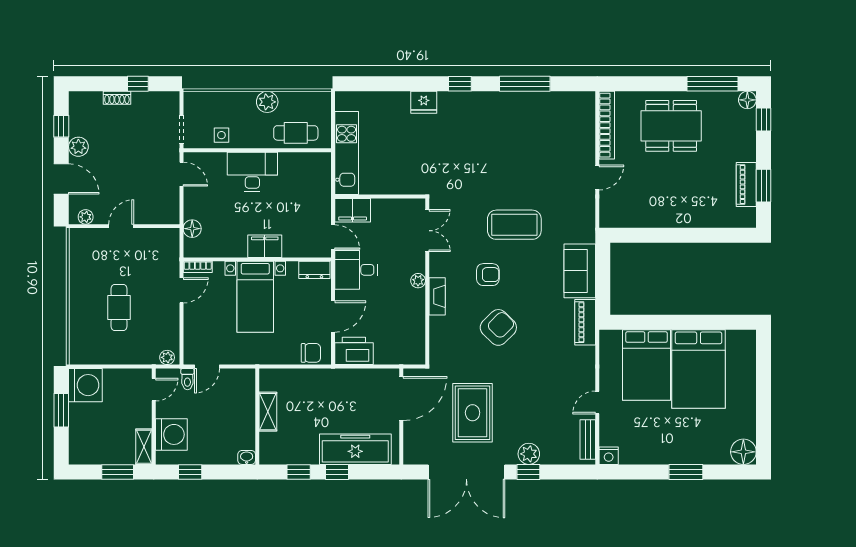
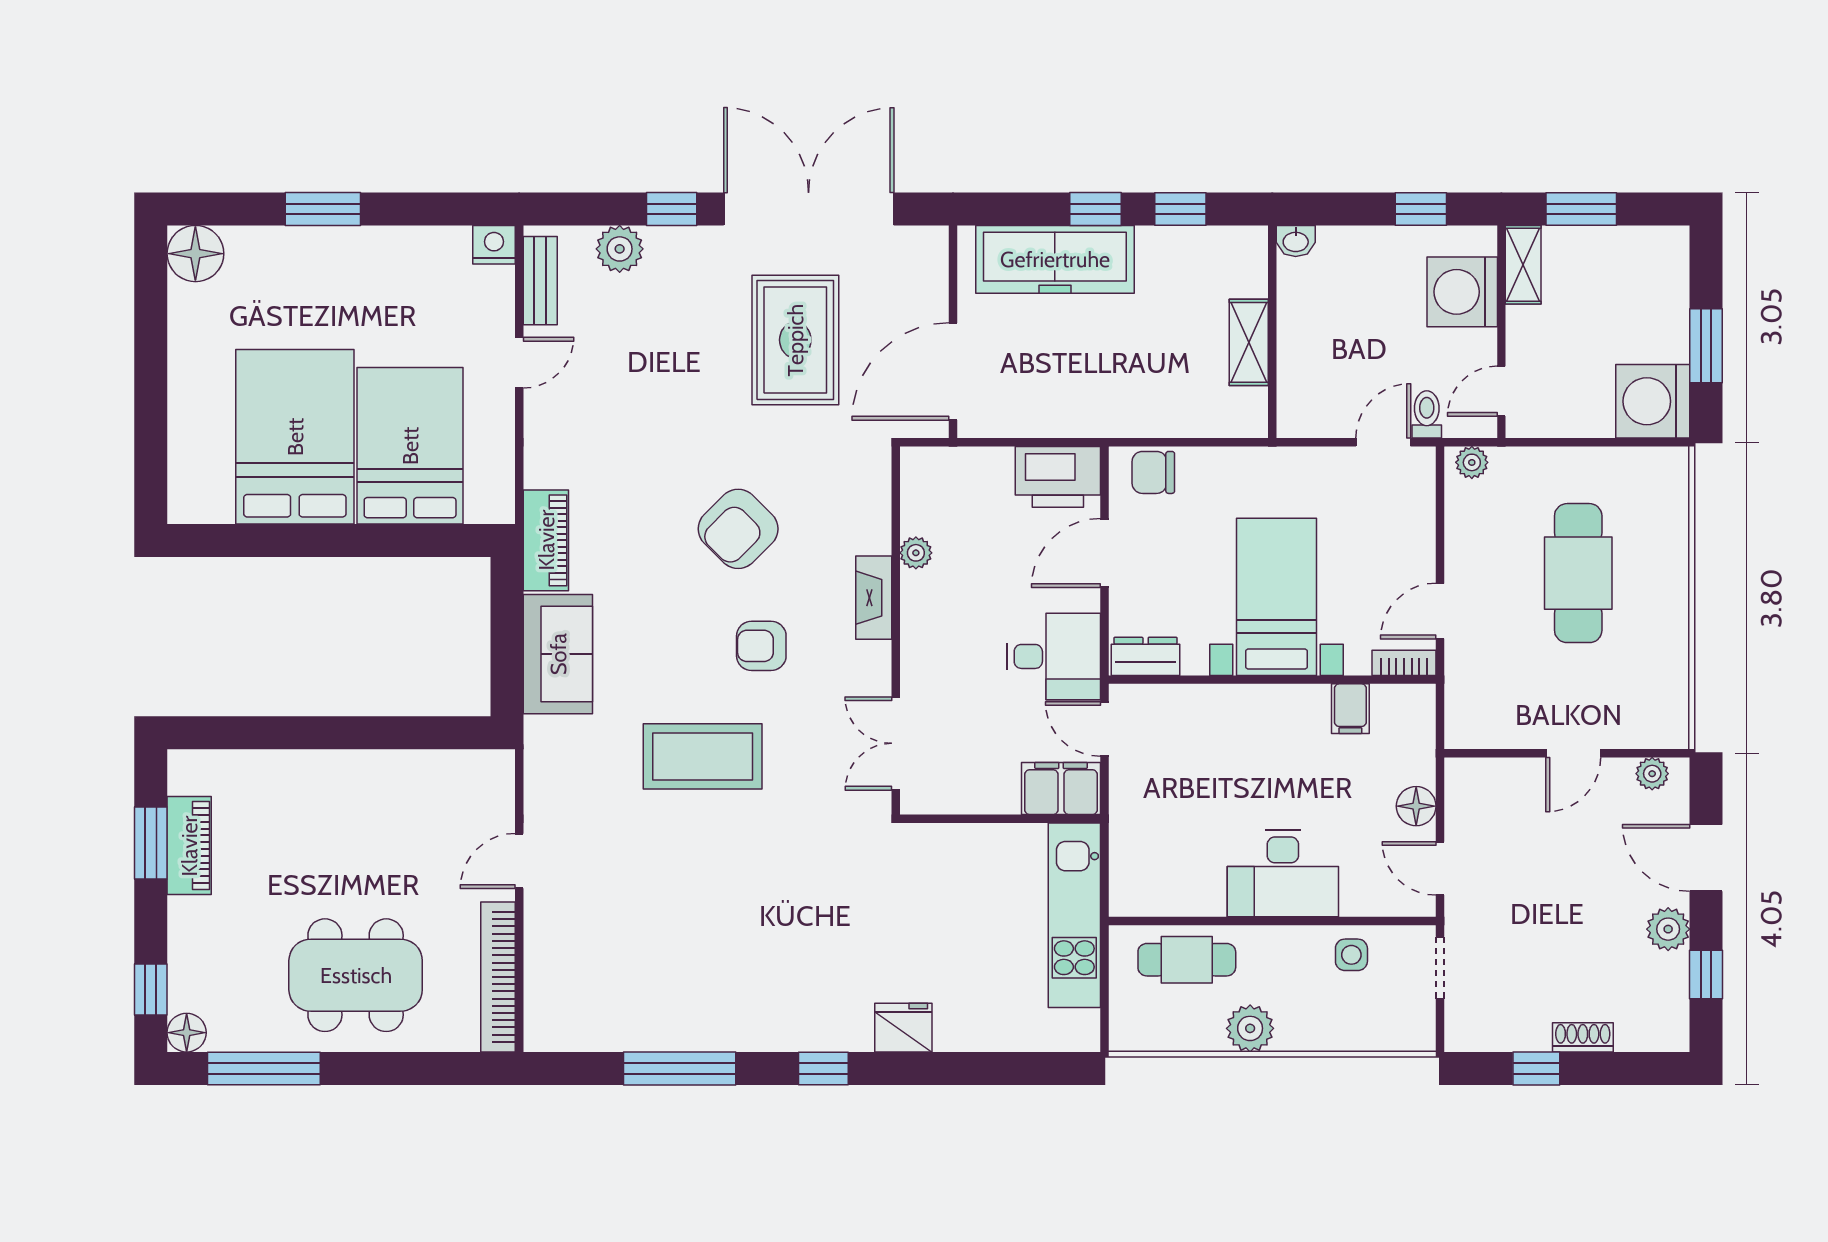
floor lamp: (192, 229) -> (1416, 806), moved
filing cabinet: (265, 246) -> (1350, 709), moved, width x0.50
plant: (418, 281) -> (916, 553), moved
cafe table: (119, 308) -> (1578, 573), width x1.37, depth x1.35
plant: (529, 454) -> (620, 249), moved

